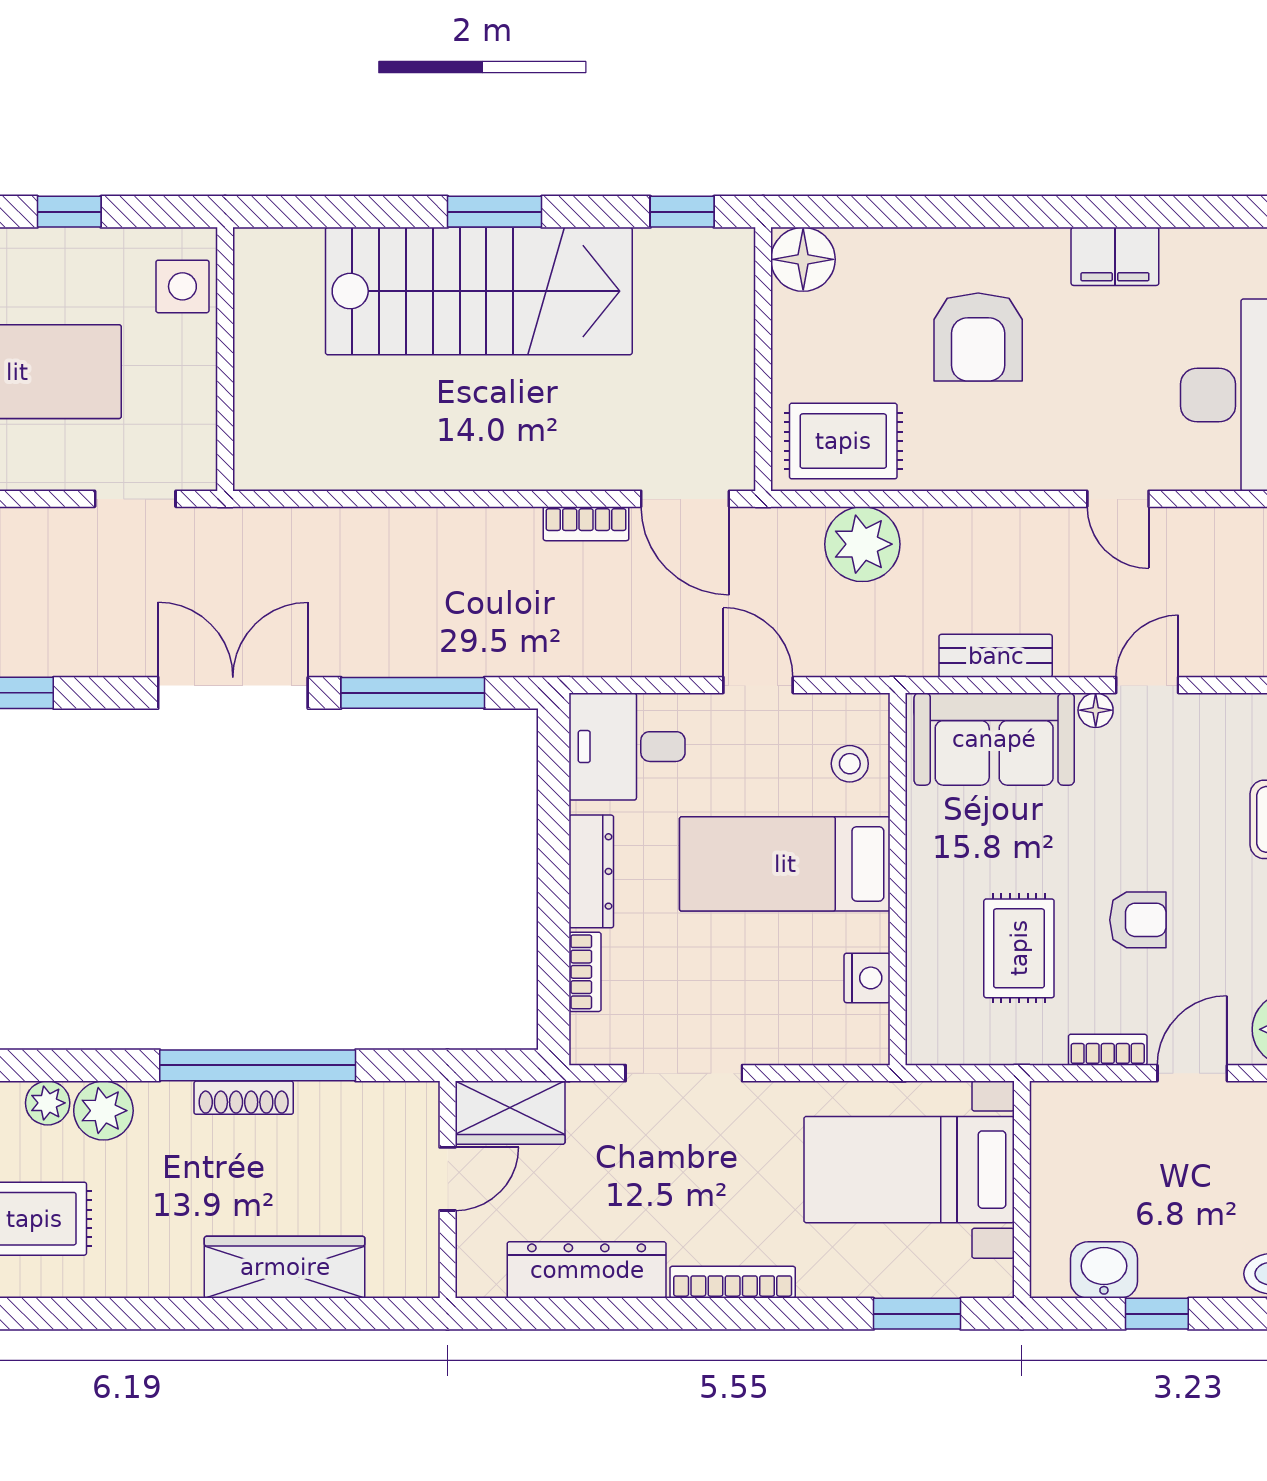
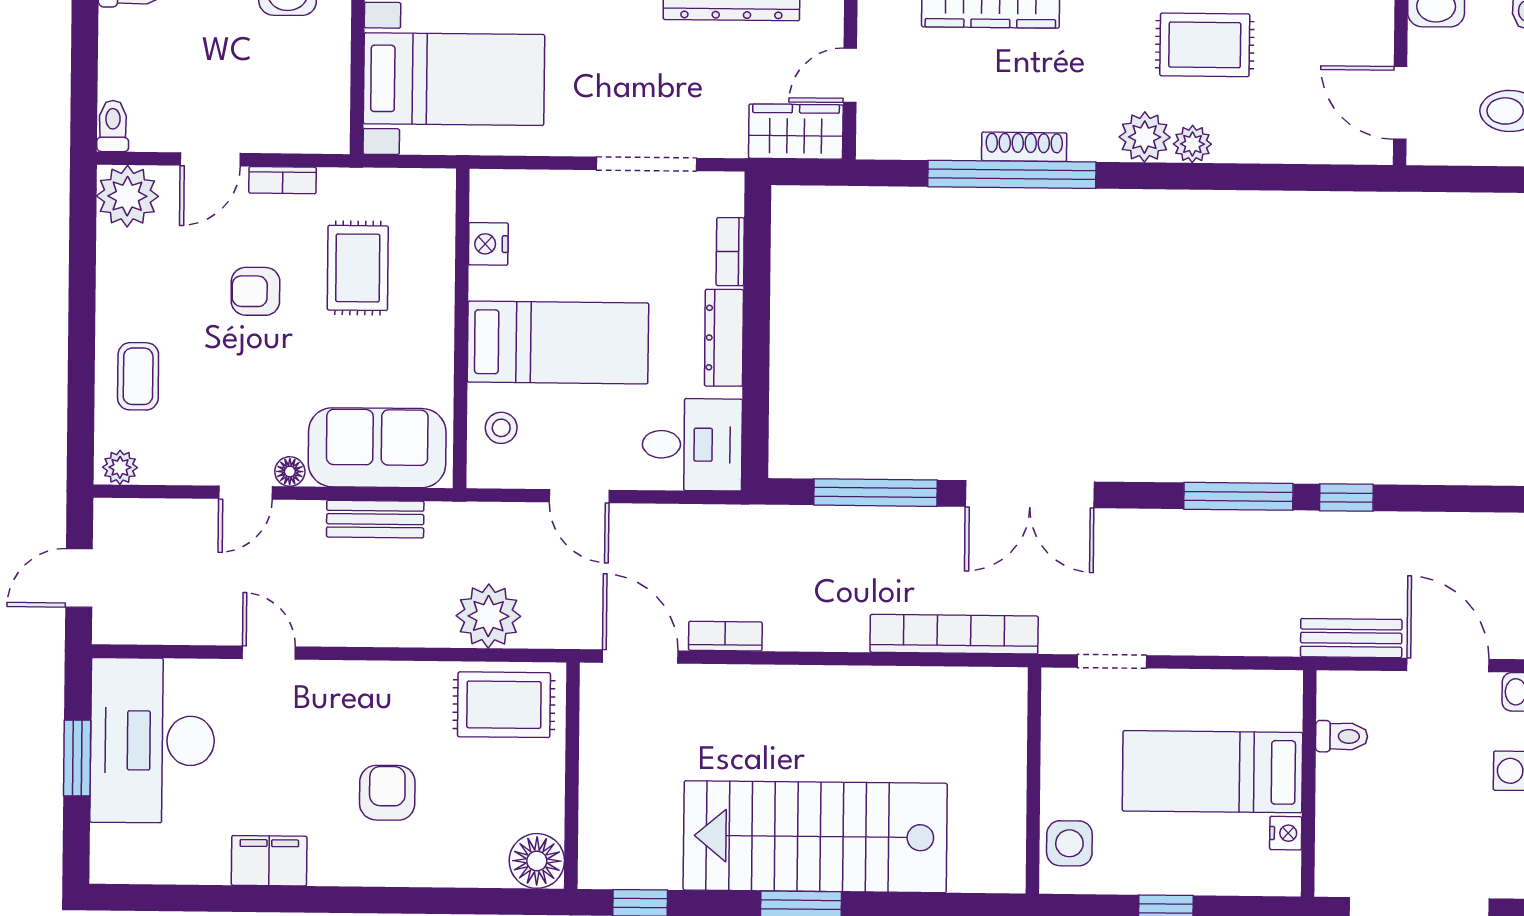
armchair: (978, 337) -> (387, 793), width x0.72, depth x0.72
bookcase: (319, 529) -> (954, 634), added

